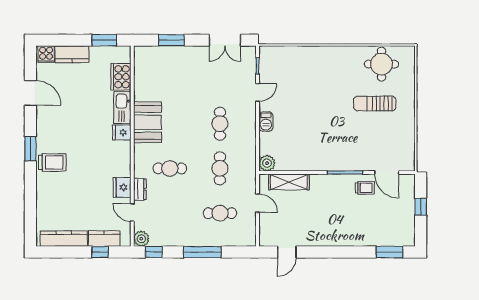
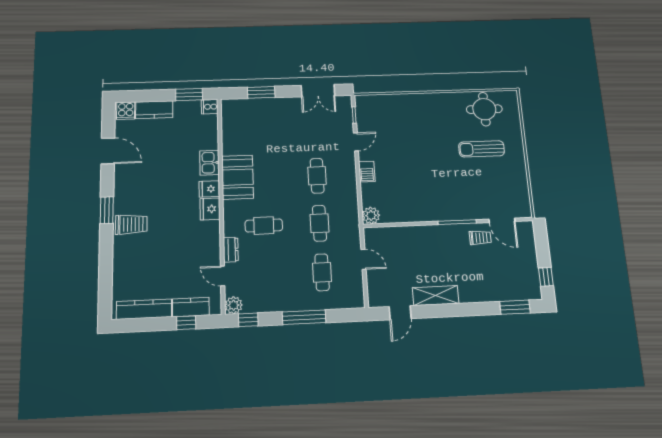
cooker: (121, 77) -> (210, 107), moved, width x0.53, depth x0.76
kitchen sink: (122, 108) -> (209, 163), width x0.73
shelving: (289, 182) -> (436, 296), moved
fridge: (122, 187) -> (210, 209), moved
window: (421, 207) -> (546, 277), moved
cafe table: (220, 213) -> (322, 272), turned 90

